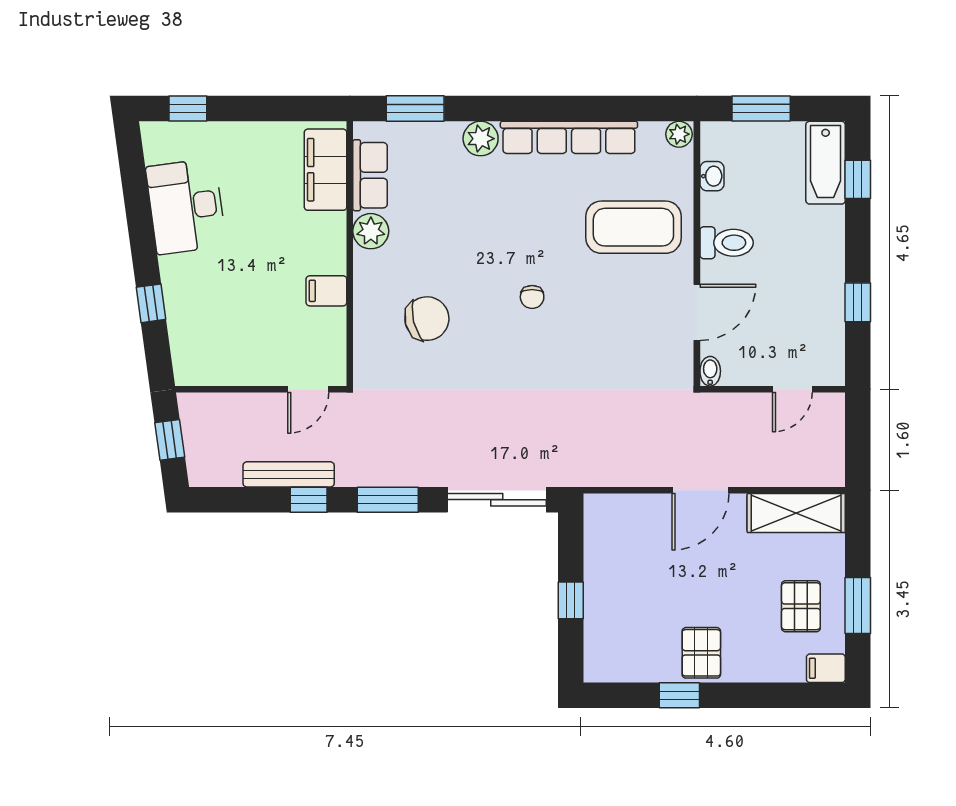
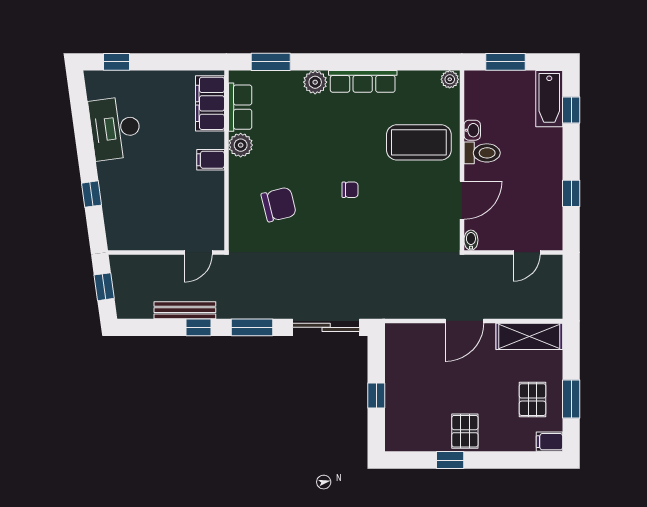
row of seats: (569, 137) -> (363, 81), width x0.73
washbasin: (712, 176) -> (472, 130), moved
filing cabinet: (326, 291) -> (211, 160), moved
chair: (532, 297) -> (350, 190), turned -90

